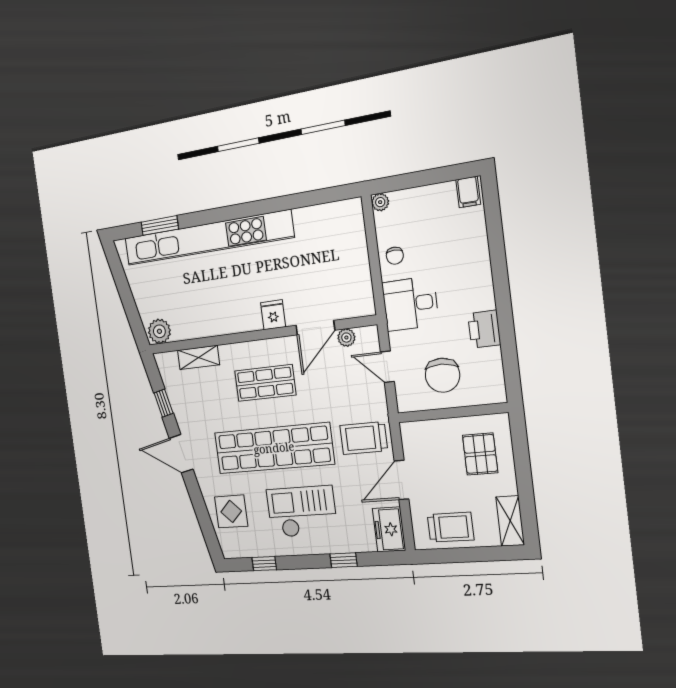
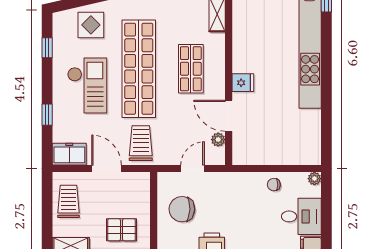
desk: (410, 304) -> (301, 216), moved, turned 90
trolley: (451, 527) -> (68, 201), turned 180

